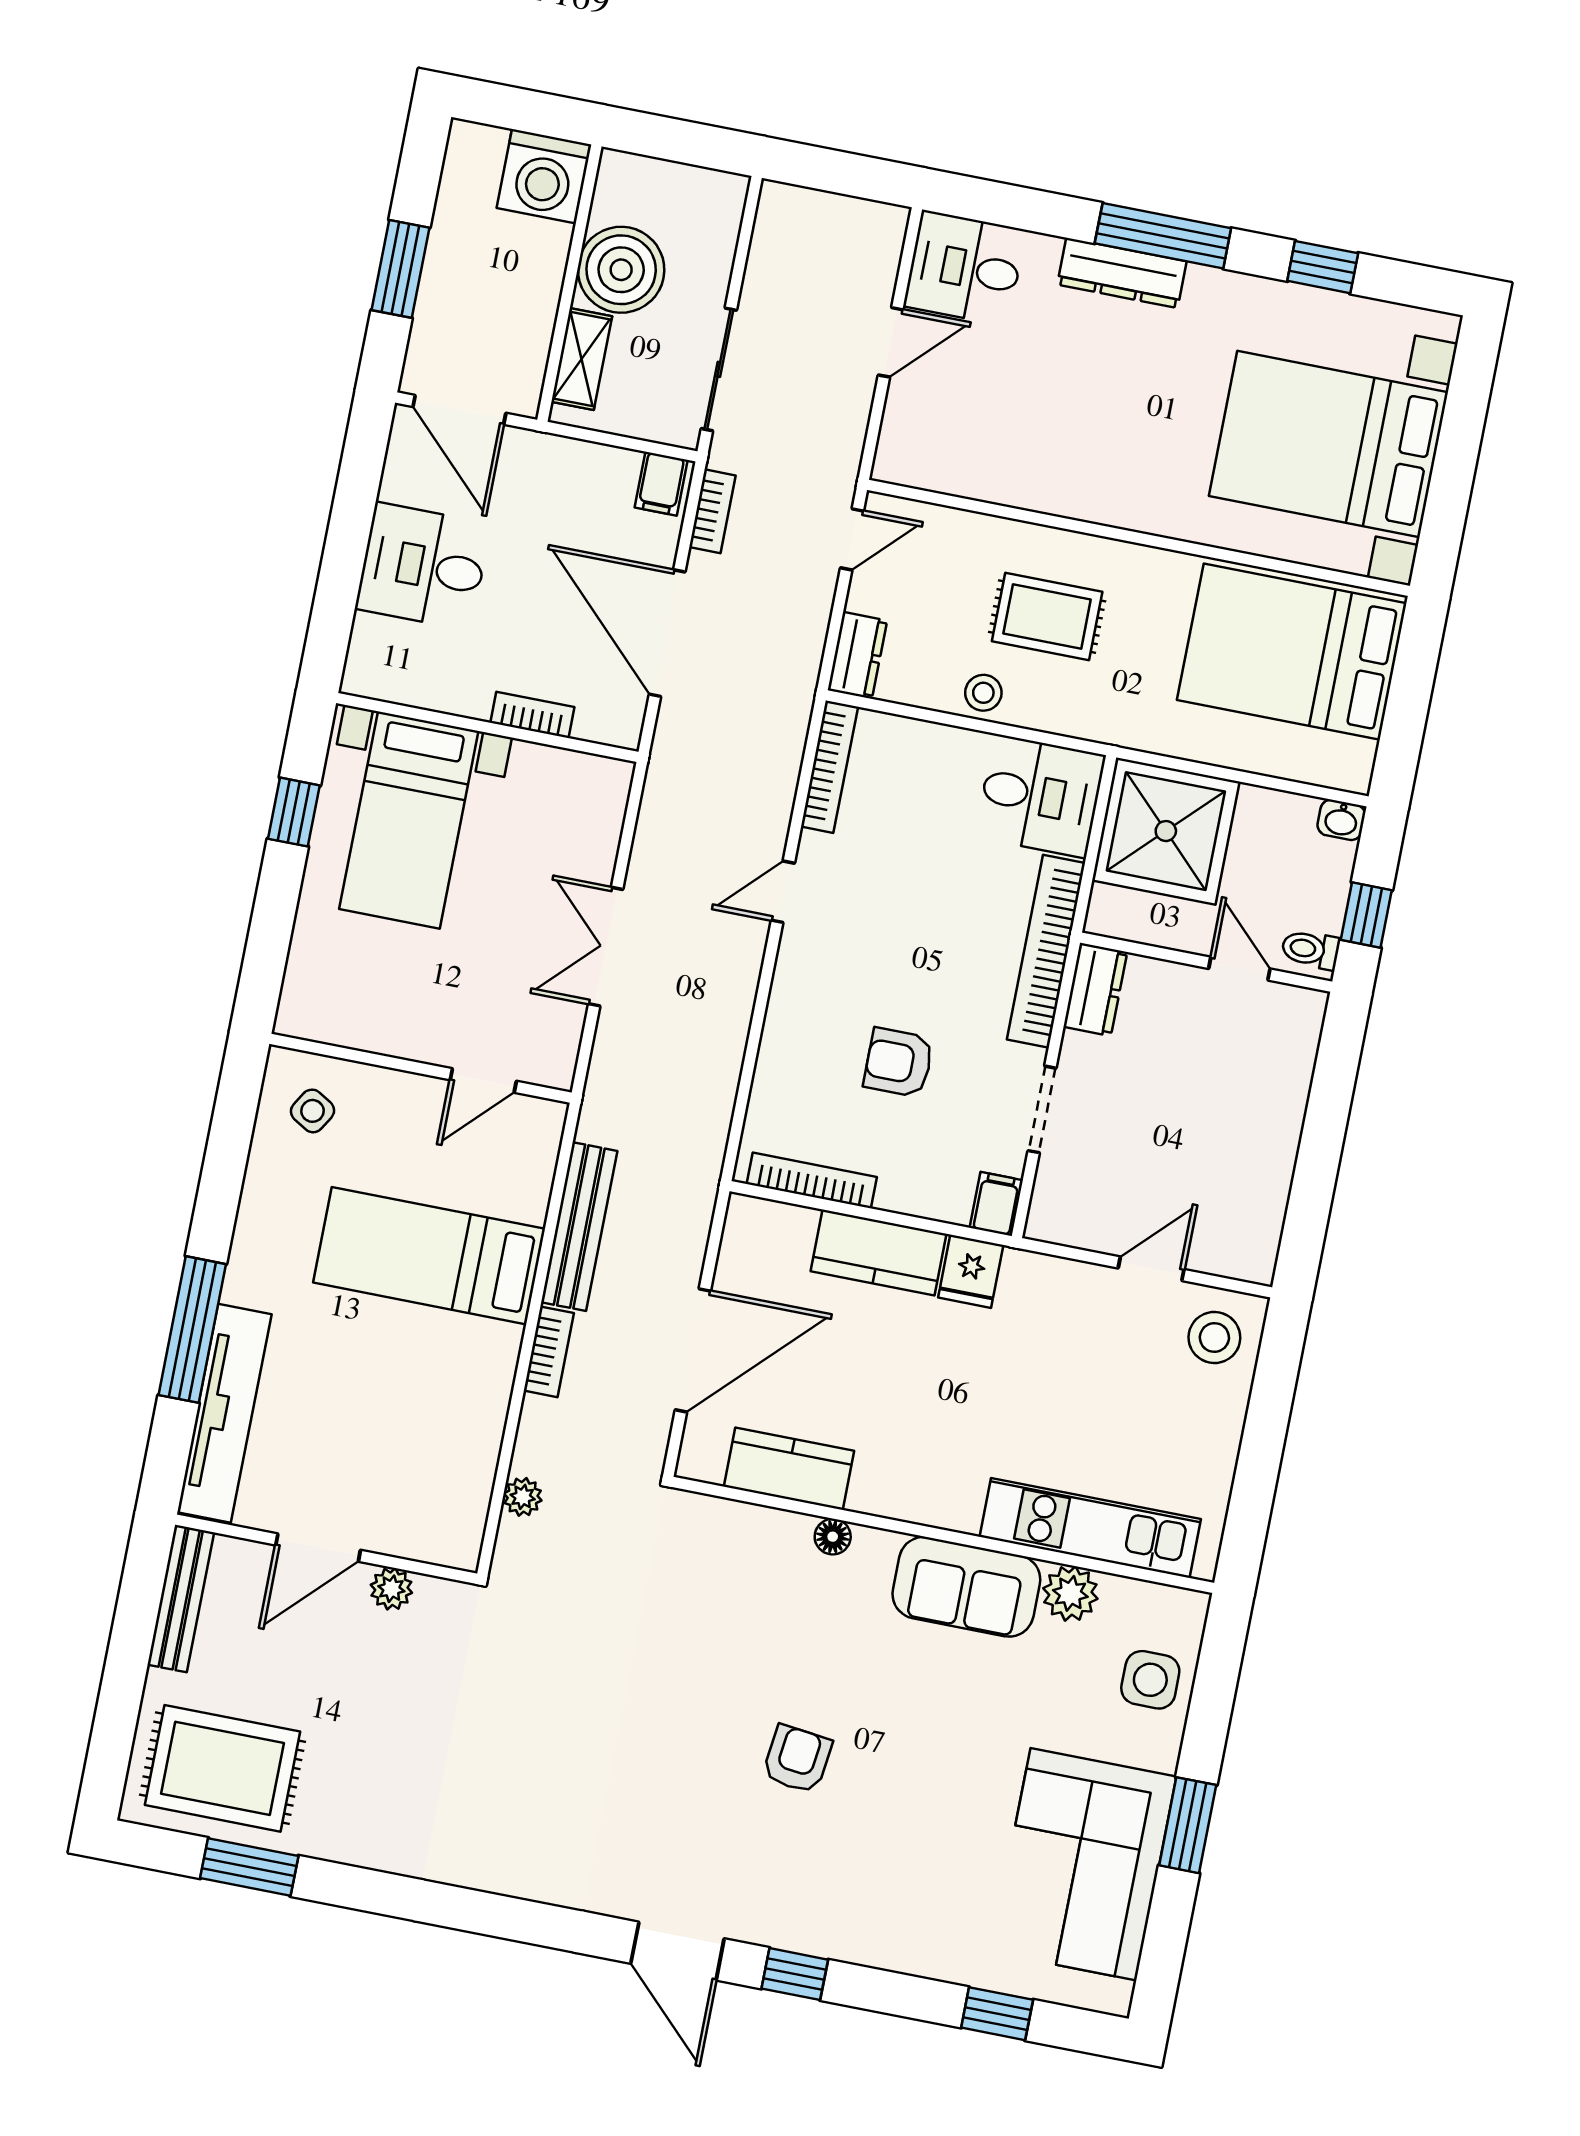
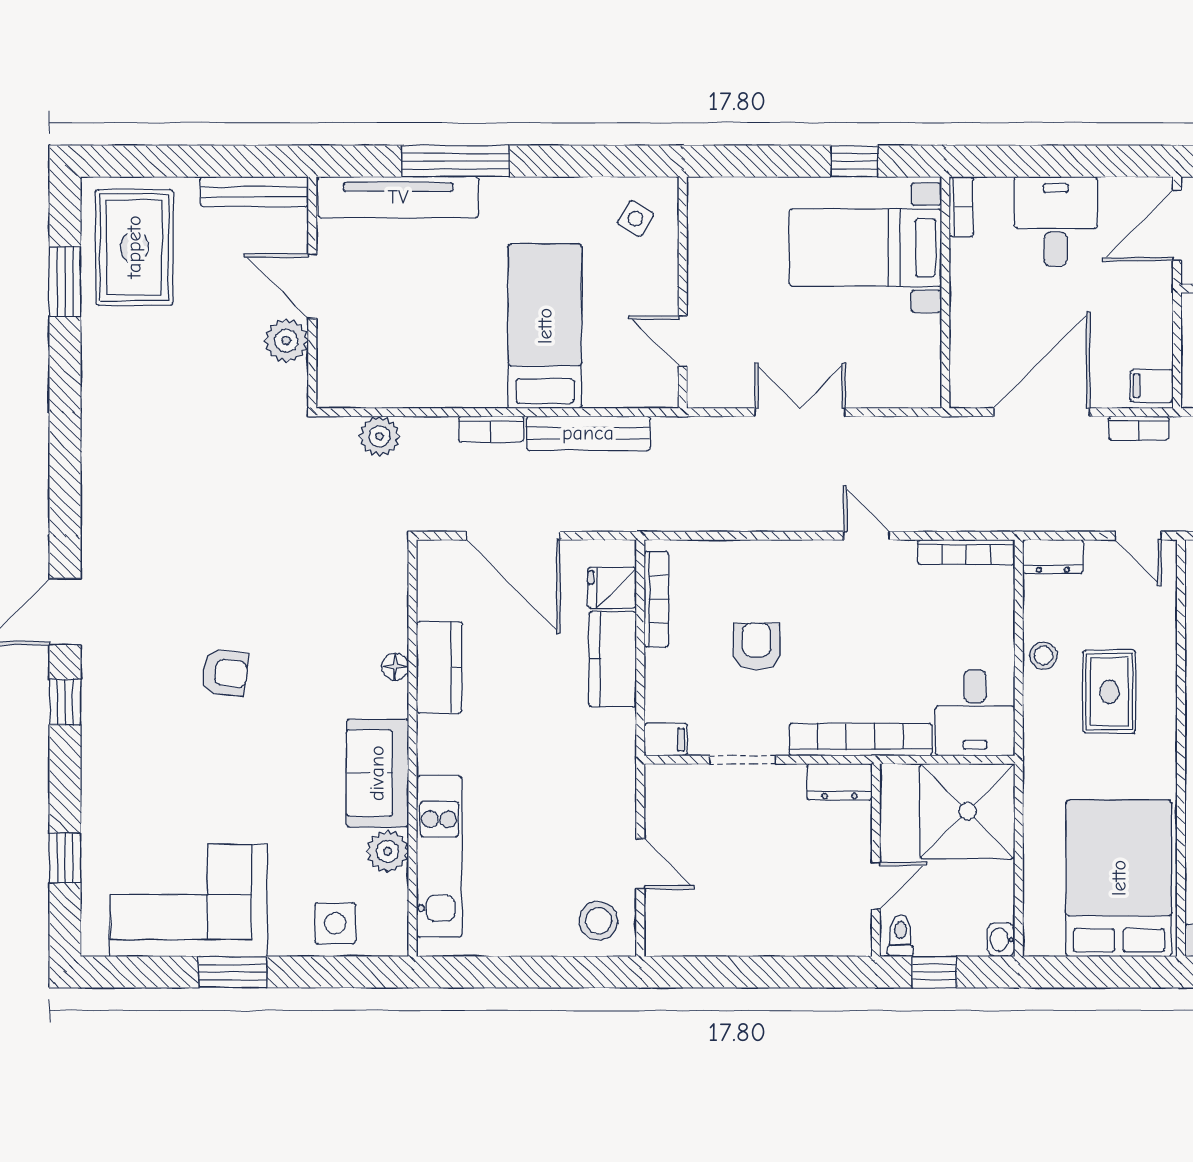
bookcase: (532, 715) -> (961, 207), moved
fridge: (971, 1271) -> (612, 588), moved
kitchen counter: (789, 1469) -> (439, 667), moved
plant: (523, 1497) -> (380, 436), width x1.38, depth x1.38
plant: (391, 1589) -> (286, 341), width x1.38, depth x1.38

